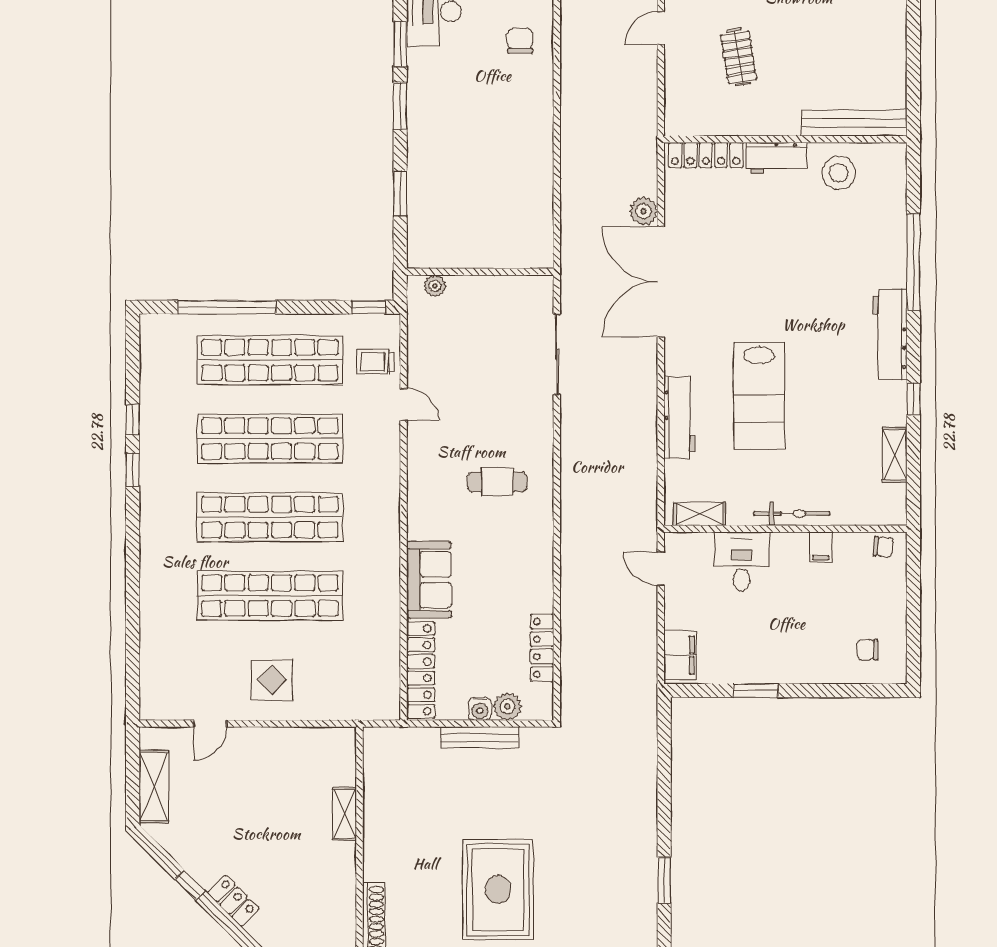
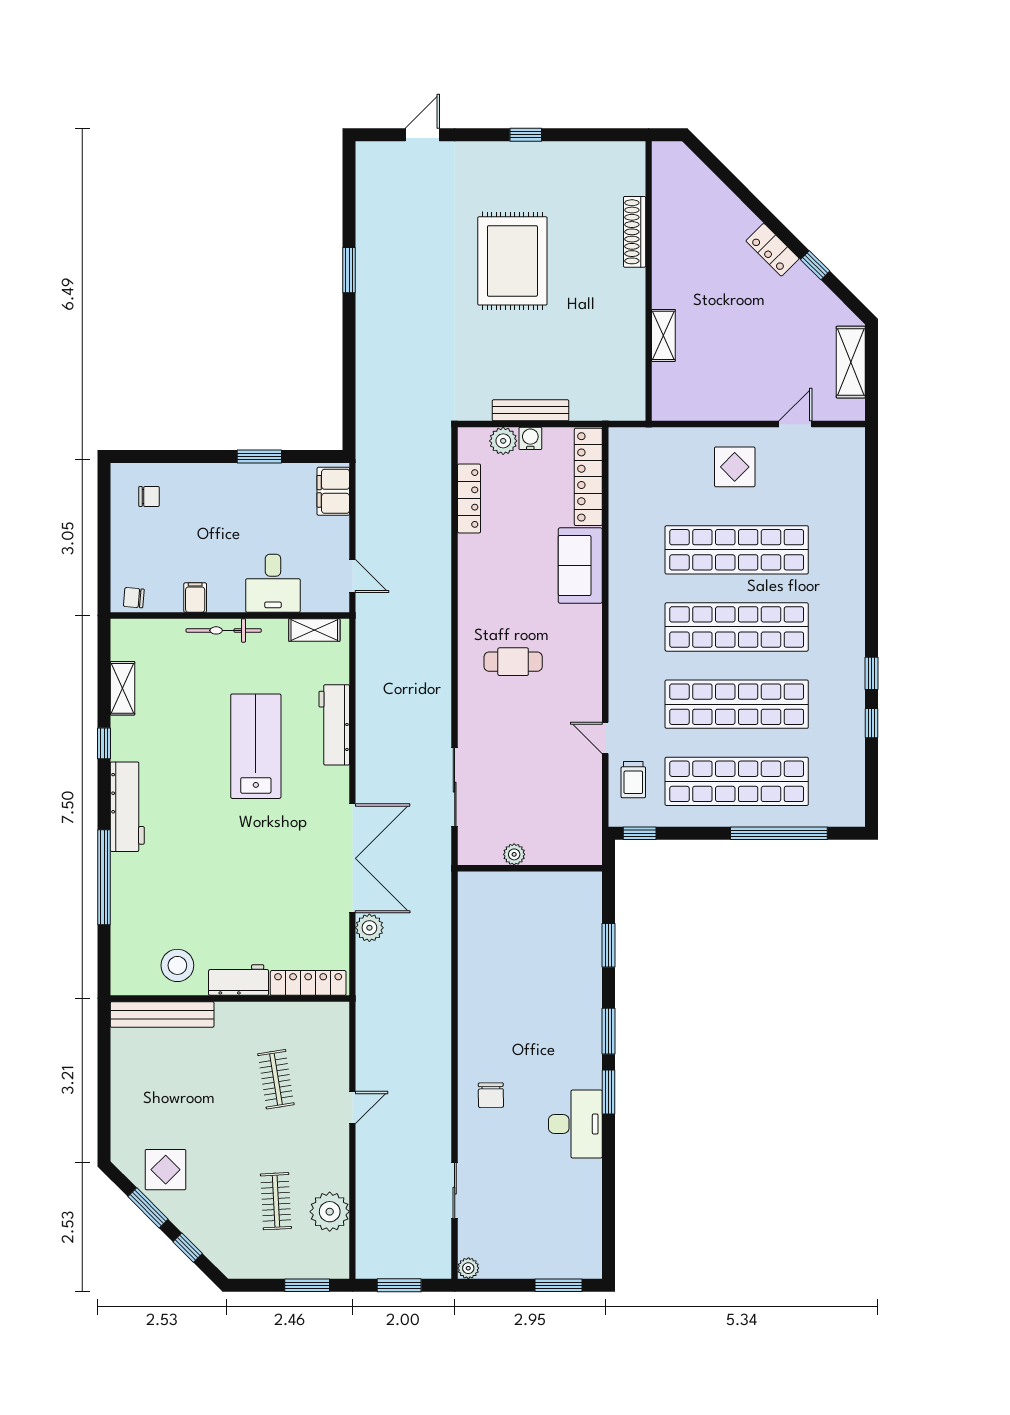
plant: (435, 286) -> (514, 854), moved
trolley: (375, 362) -> (633, 780), turned 90

